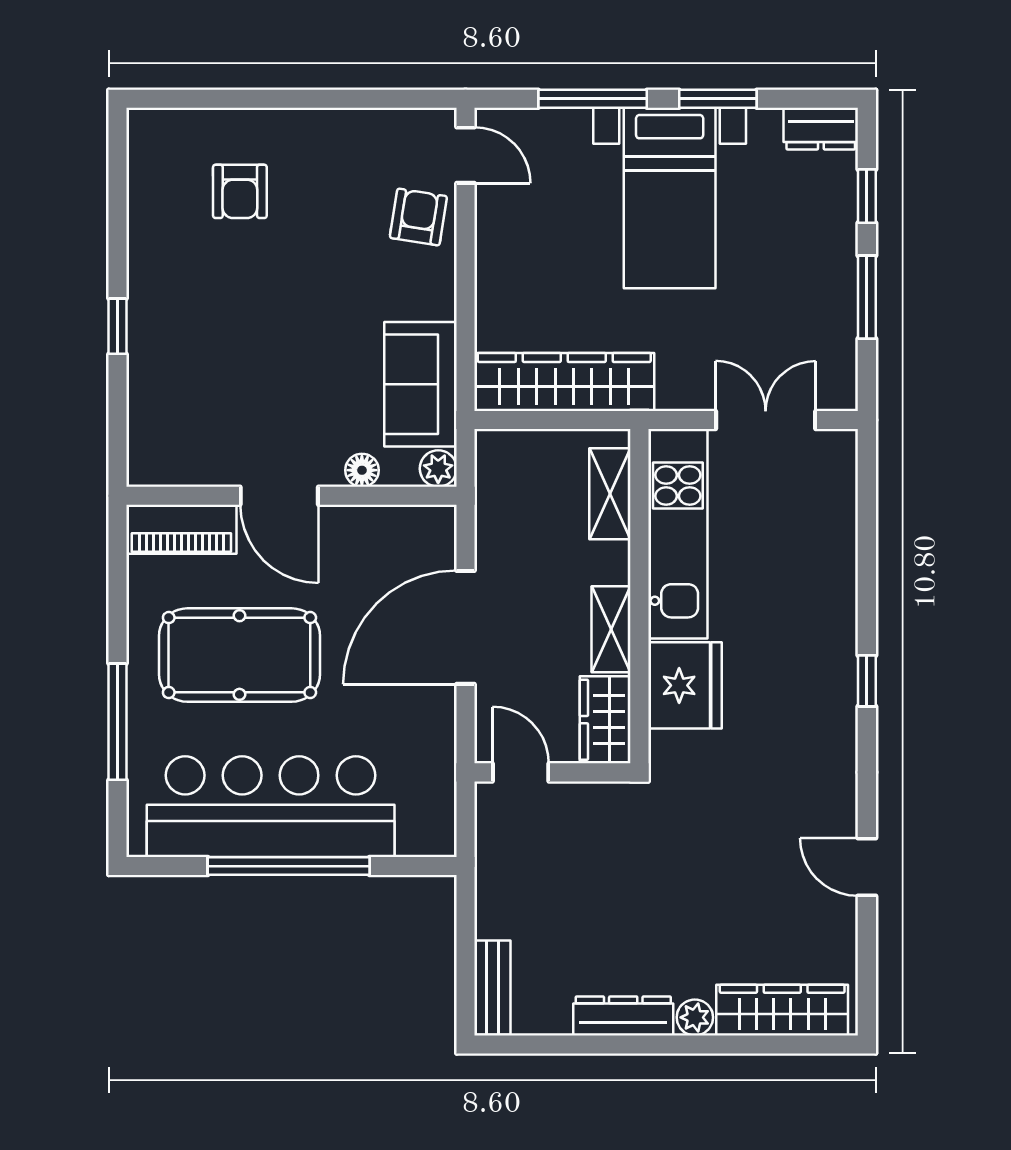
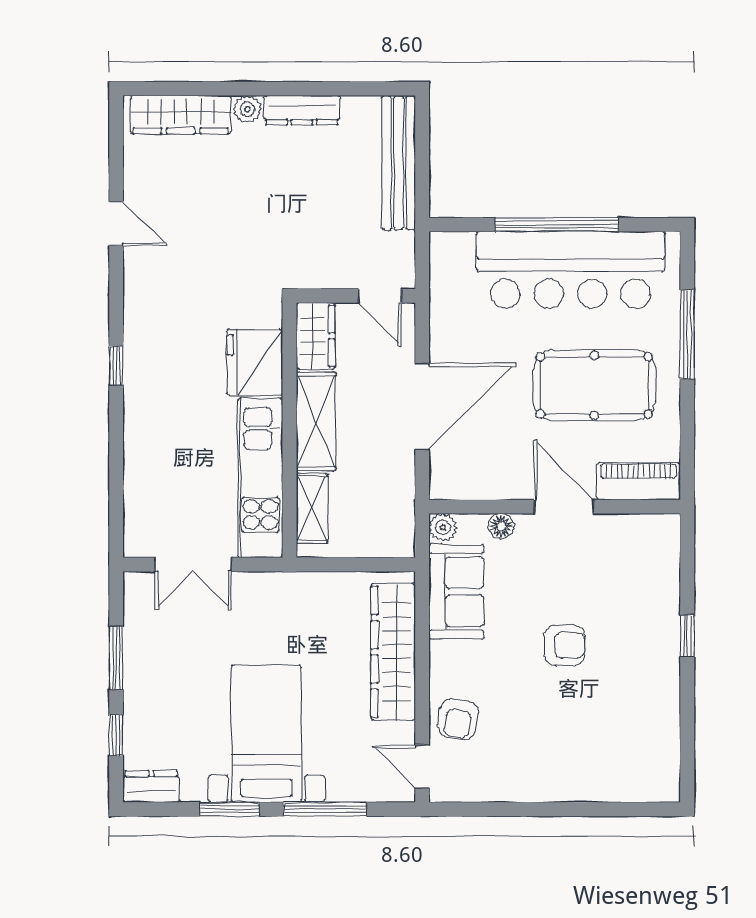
armchair: (240, 191) -> (565, 645), moved, turned 90
wardrobe: (564, 382) -> (393, 652), moved, turned 90
shelving: (611, 629) -> (316, 421), width x1.50, depth x1.33
bench: (492, 988) -> (399, 163), width x1.86, depth x1.21

